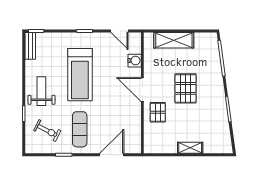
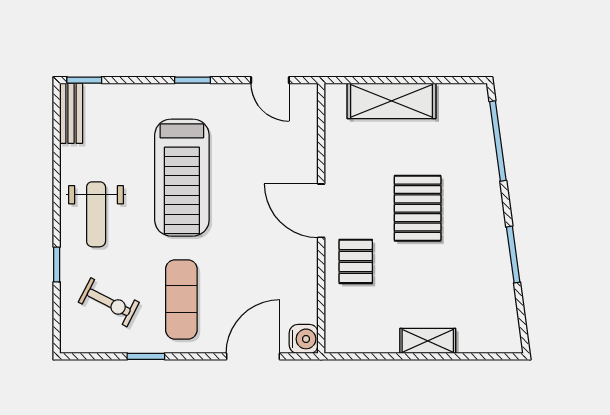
water cooler: (135, 61) -> (304, 339), moved
weight bench: (41, 91) -> (96, 214), turned 180

